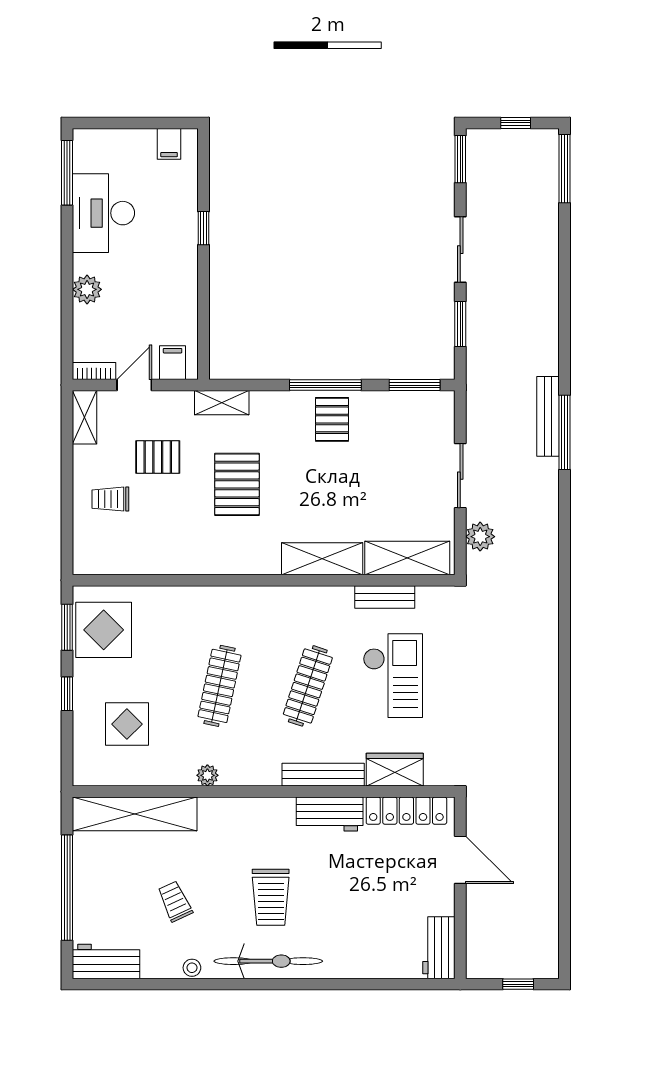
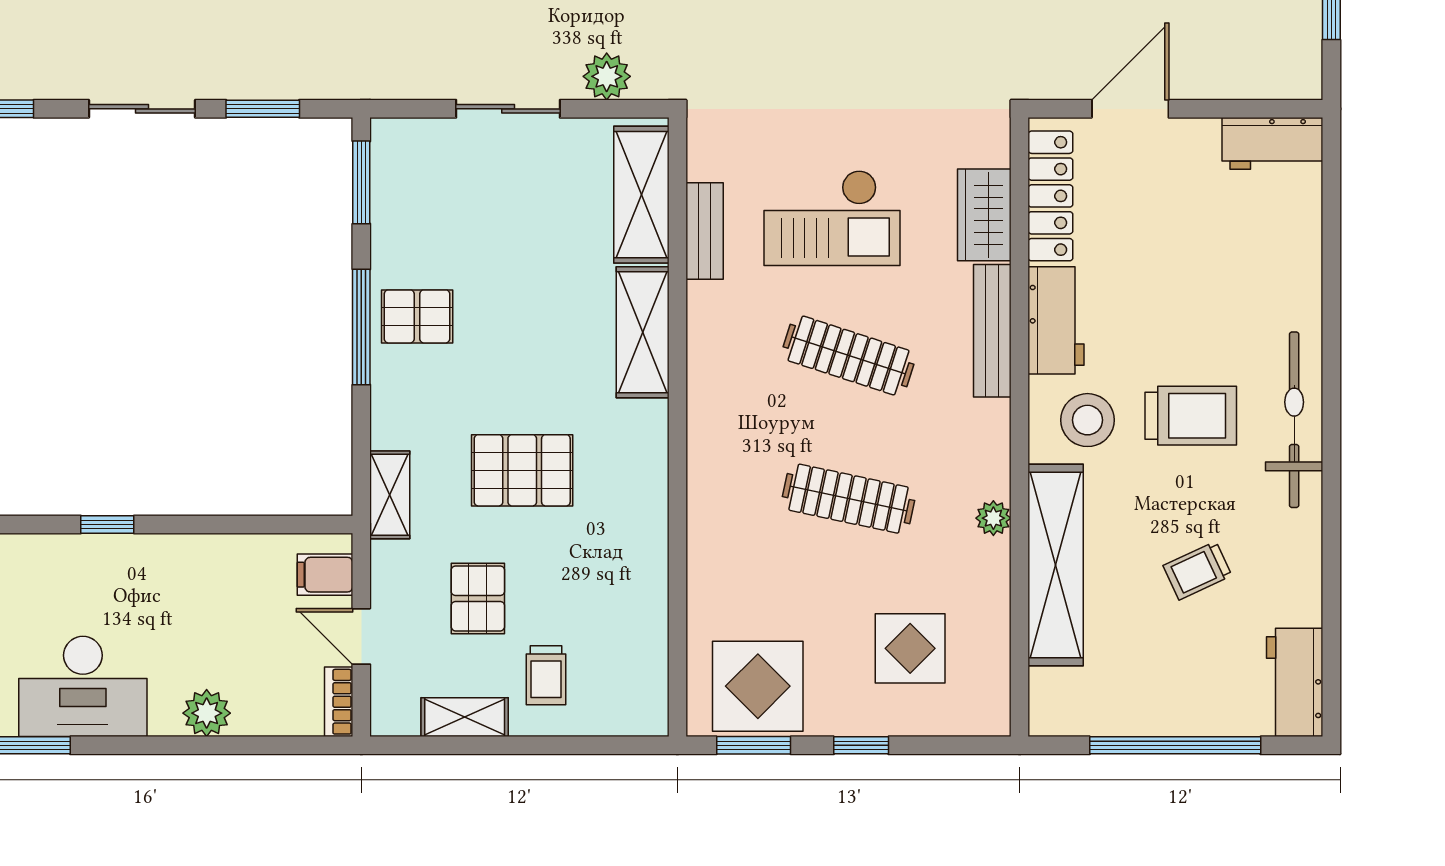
shelving: (85, 417) -> (465, 717), moved
checkout: (393, 676) -> (832, 218), turned 180
shelving: (135, 814) -> (1056, 565), moved
stool: (192, 968) -> (1087, 420), moved, width x1.89, depth x1.89

